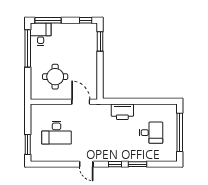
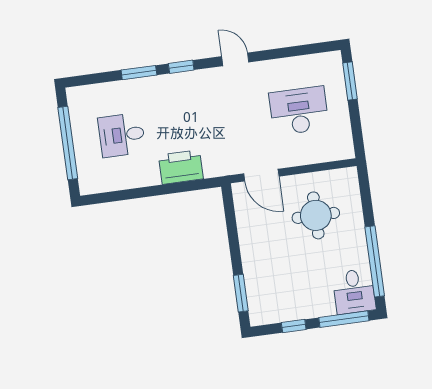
window: (86, 20) -> (294, 326), moved

